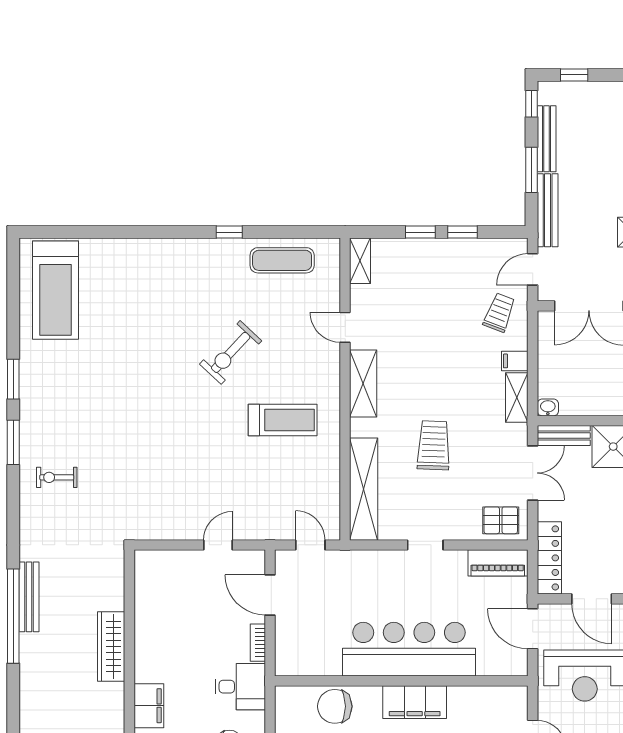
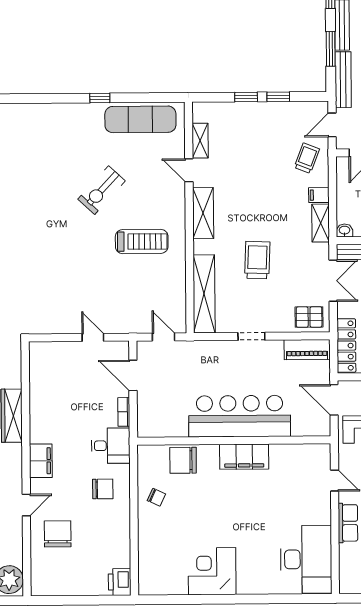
exercise mat: (282, 260) -> (140, 119), width x1.36, depth x1.45
shelving: (360, 261) -> (200, 141), moved
door: (218, 545) -> (93, 337), hinge flipped

